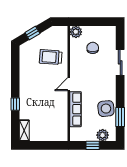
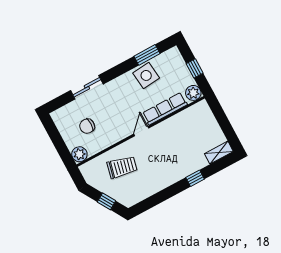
trolley: (51, 57) -> (122, 167), turned -81
door: (69, 84) -> (141, 131), swing flipped
plant: (103, 135) -> (193, 93), moved

